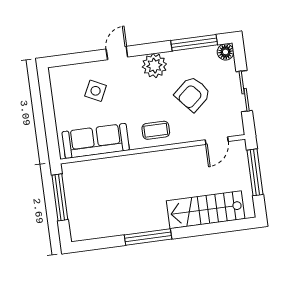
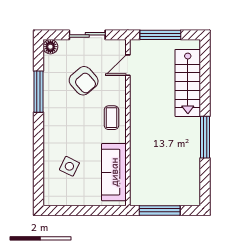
window: (194, 43) -> (39, 92), moved
door: (117, 53) -> (39, 143), removed
plant: (154, 66) -> (54, 111), removed
door: (217, 141) -> (128, 65), swing flipped

